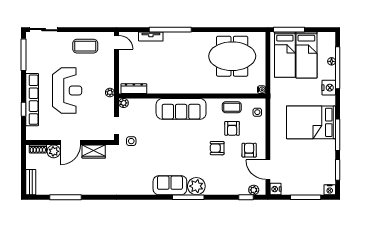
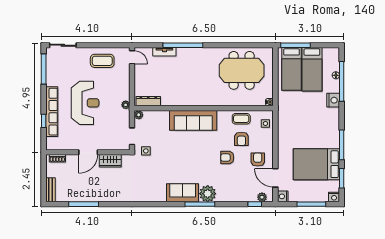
bed: (311, 122) -> (316, 164), moved
plant: (54, 151) -> (72, 161), removed

